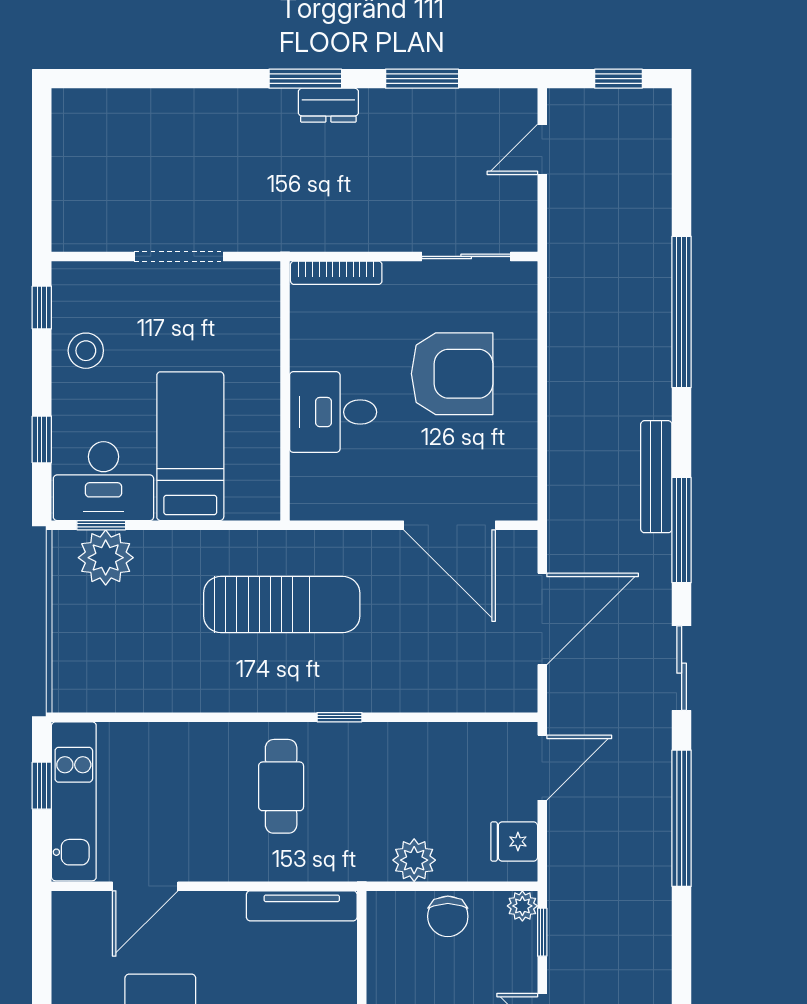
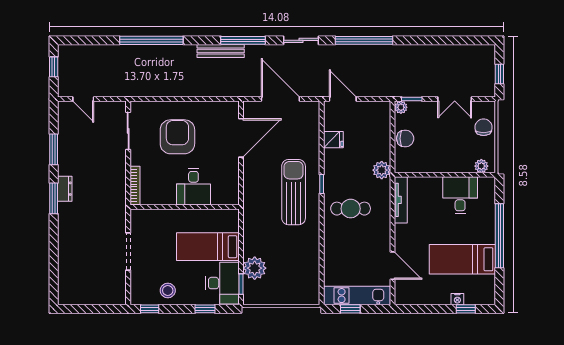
plant: (106, 558) -> (255, 268), moved
sun lounger: (282, 604) -> (294, 192), moved
fridge: (514, 841) -> (333, 140), moved, turned -90
plant: (414, 860) -> (382, 170), moved

